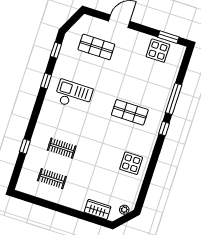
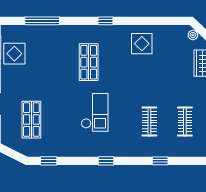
window: (46, 81) -> (106, 161), moved
checkout: (74, 95) -> (95, 112), moved, turned 180
window: (174, 99) -> (42, 21), moved
window: (164, 129) -> (105, 21), moved

